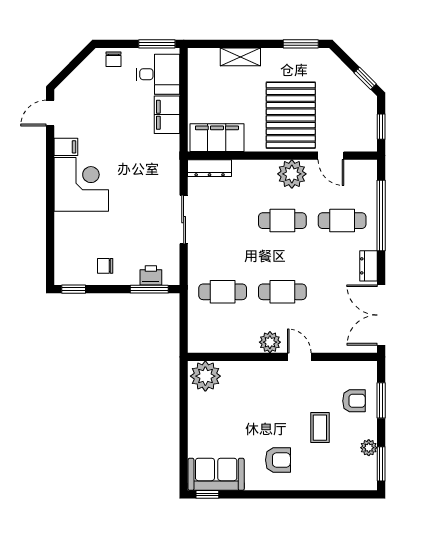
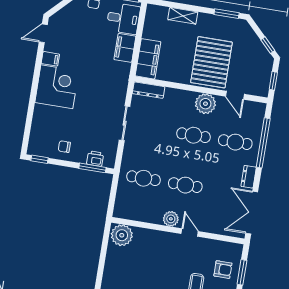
filing cabinet: (217, 138) -> (148, 59), moved, turned 90

